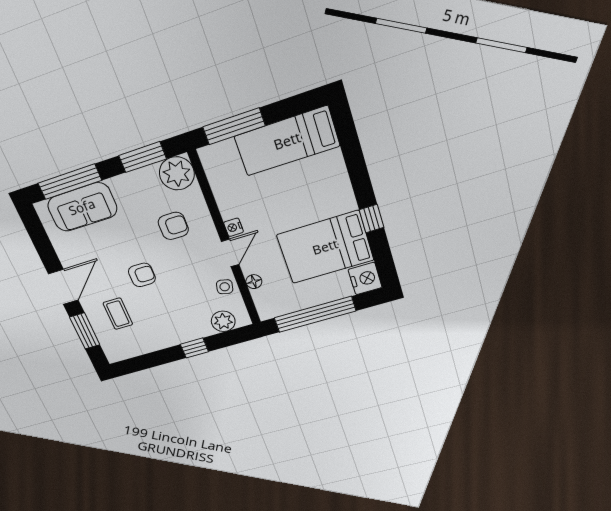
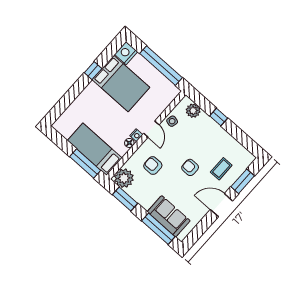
bed: (287, 141) -> (95, 149), moved, turned 180
door: (230, 253) -> (151, 129), swing flipped
floor lamp: (254, 282) -> (129, 143), moved

